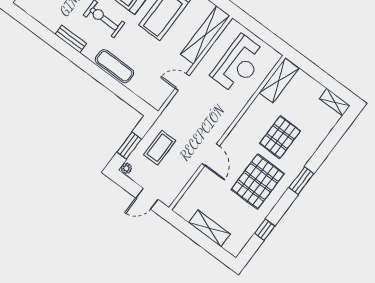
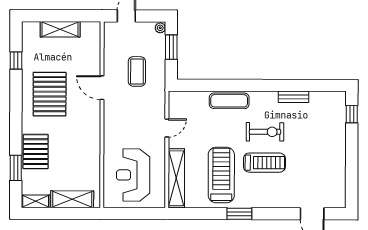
bench: (71, 39) -> (293, 97), moved
shelving: (279, 81) -> (72, 199), moved, turned 90
pallet: (280, 137) -> (36, 152), moved
coffee table: (160, 148) -> (137, 71), moved
window: (301, 181) -> (16, 168), moved

